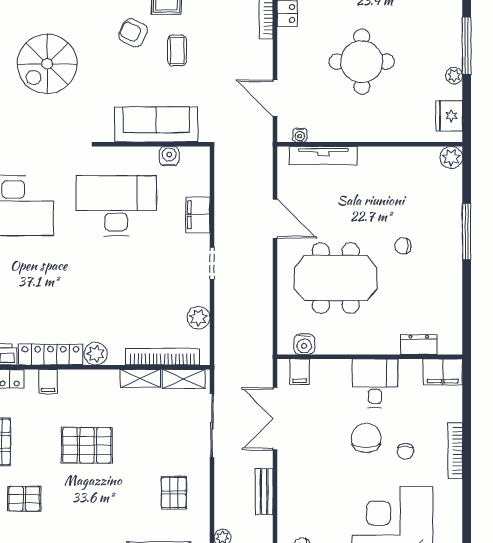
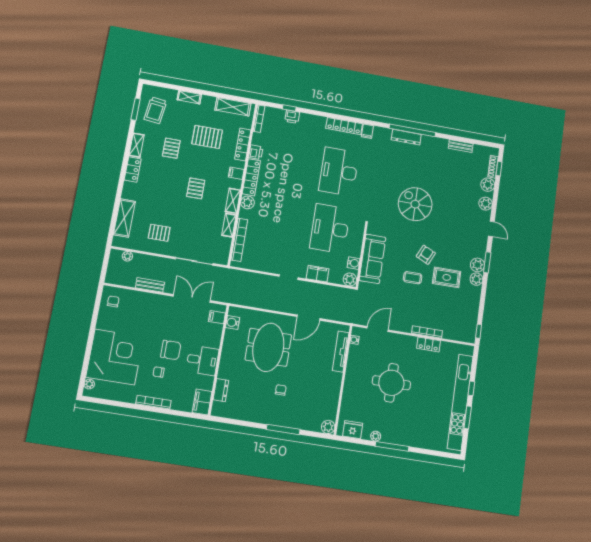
desk: (116, 206) -> (330, 228), turned 180
plant: (198, 318) -> (350, 279), moved
shelving: (184, 379) -> (233, 201), moved
pallet: (87, 445) -> (196, 188), width x0.67, depth x0.71

